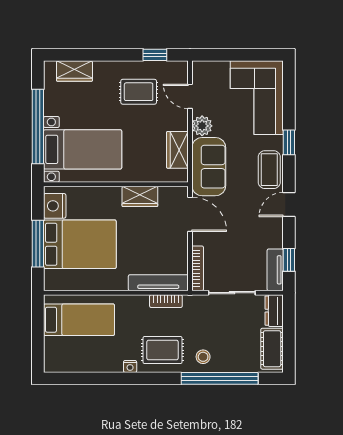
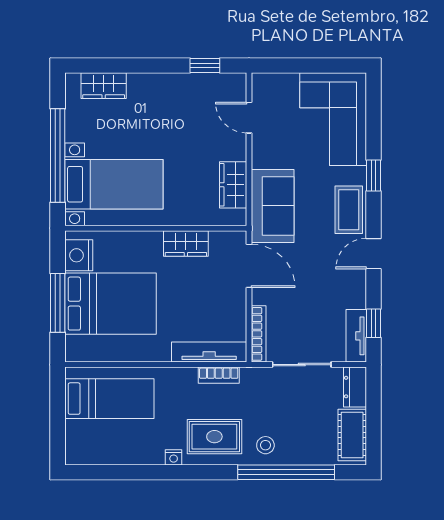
rug: (139, 92) -> (184, 112), removed
plant: (202, 126) -> (264, 155), removed

